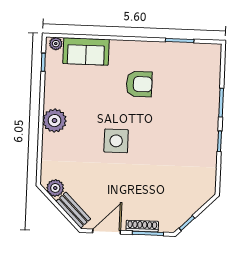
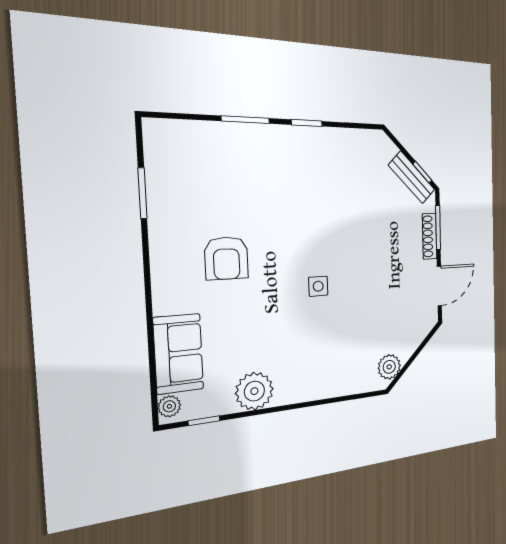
armchair: (139, 84) -> (226, 258), turned 180
plant: (55, 121) -> (254, 391), moved
side table: (116, 141) -> (318, 286), width x0.54, depth x0.54
bench: (73, 210) -> (412, 177), moved, turned 90
door: (107, 232) -> (439, 286), swing flipped

